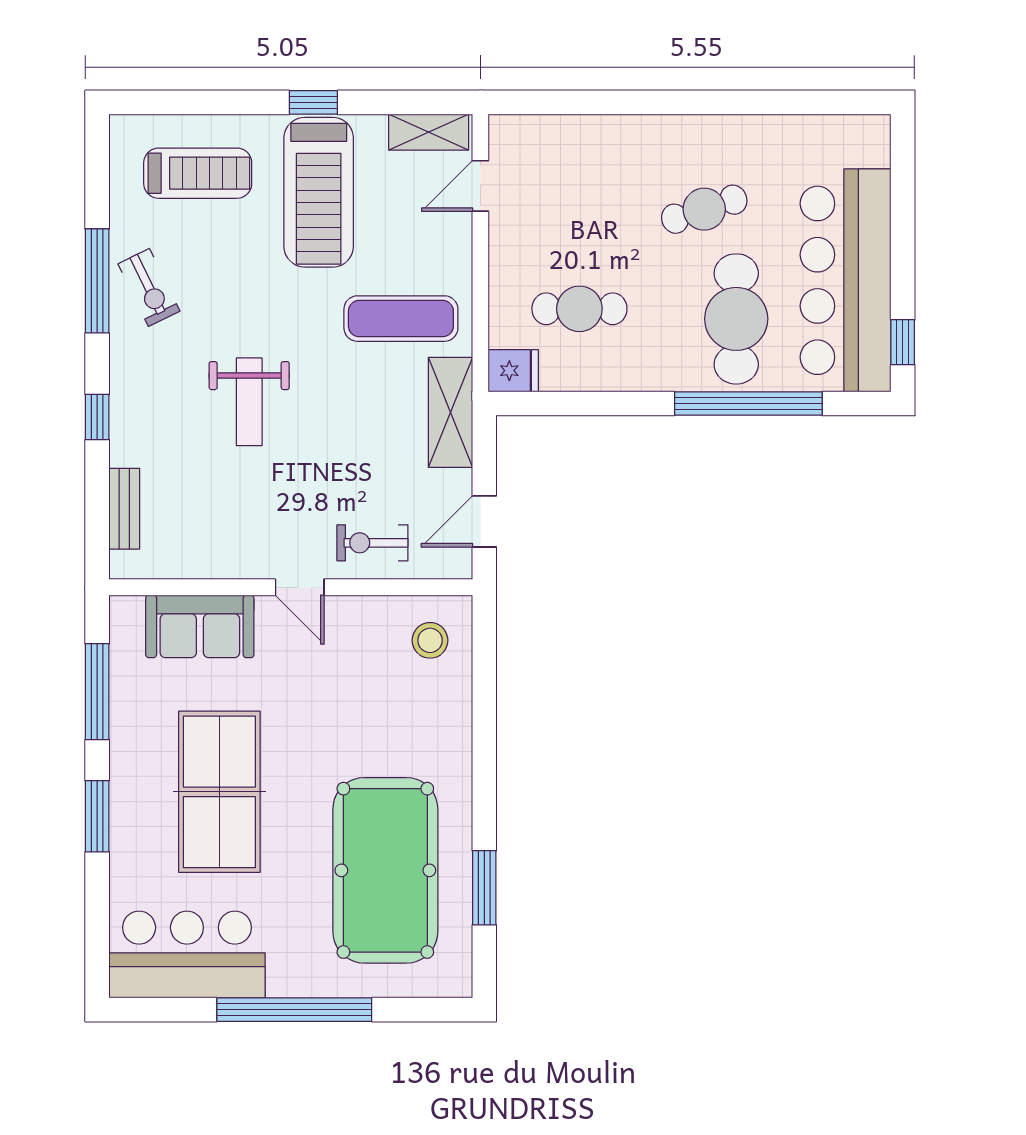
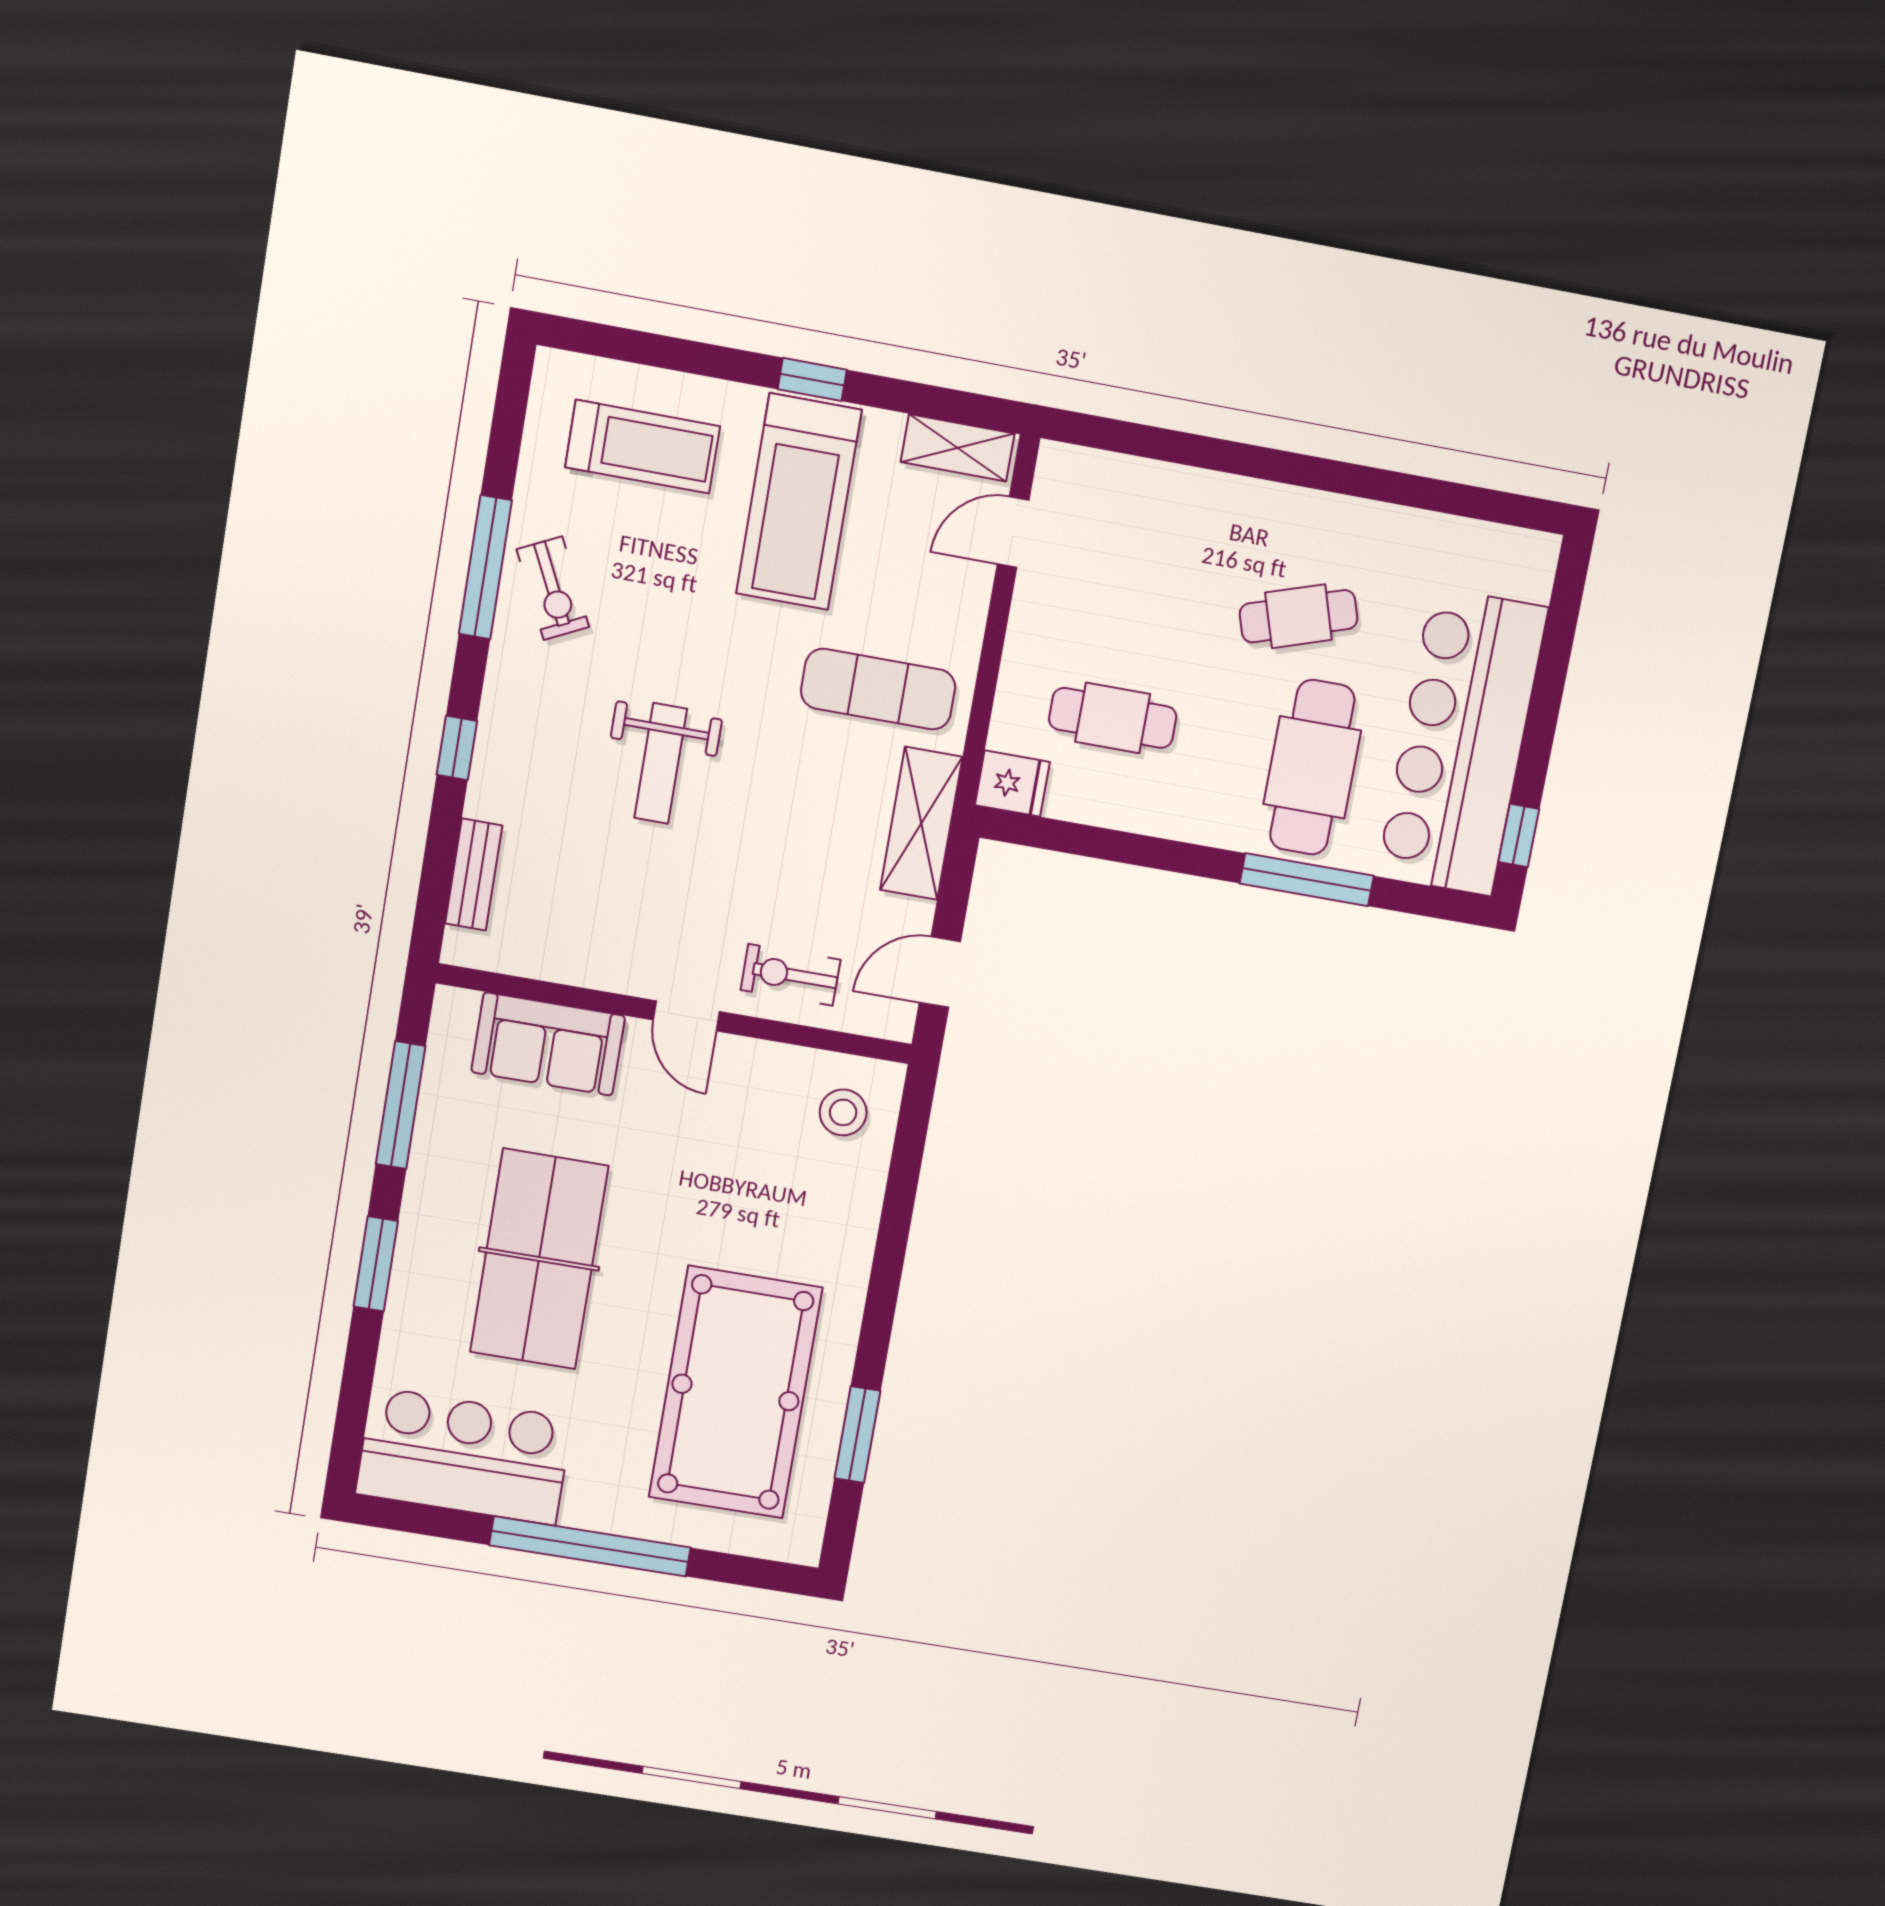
window: (748, 403) -> (1307, 880), width x0.68

